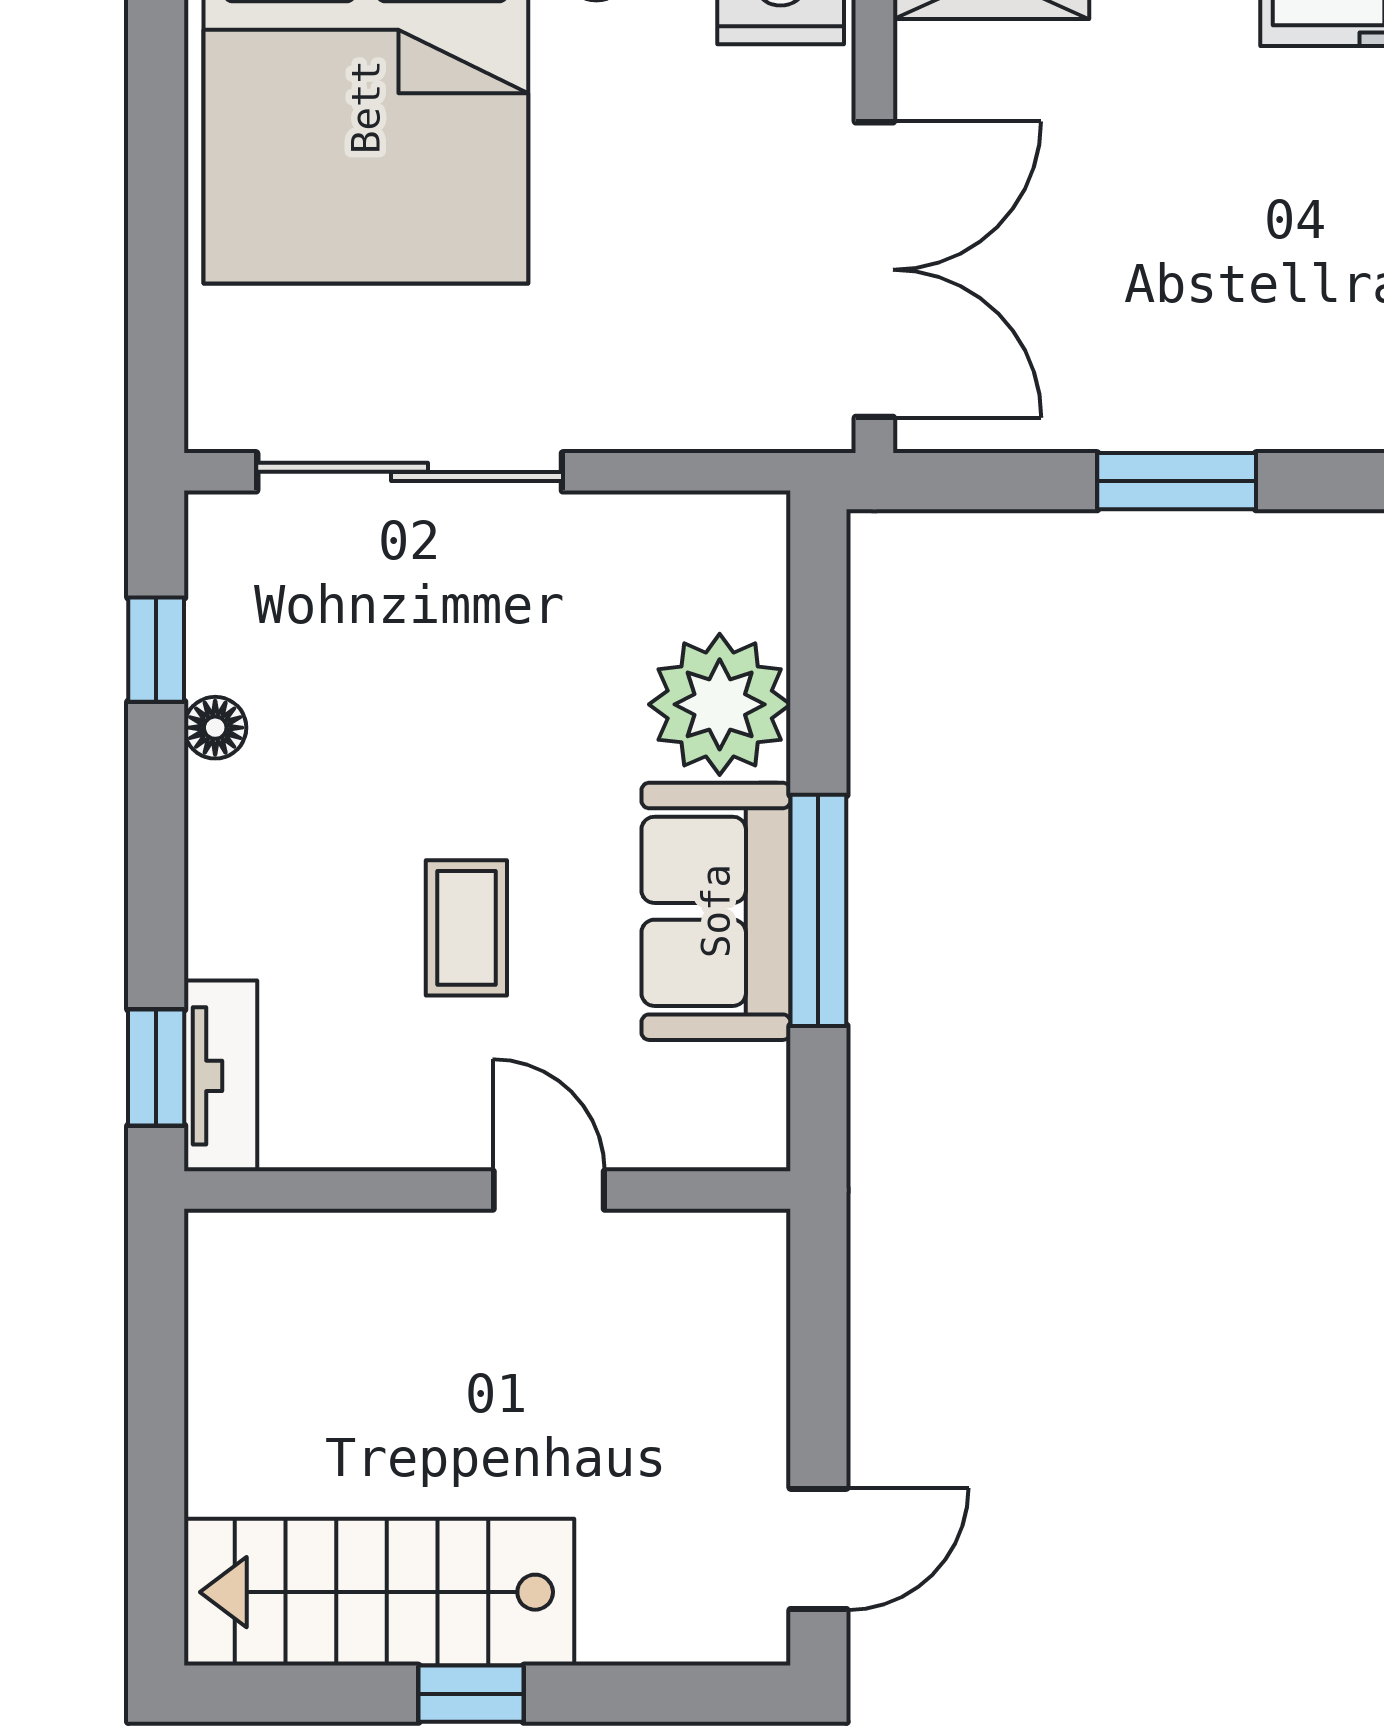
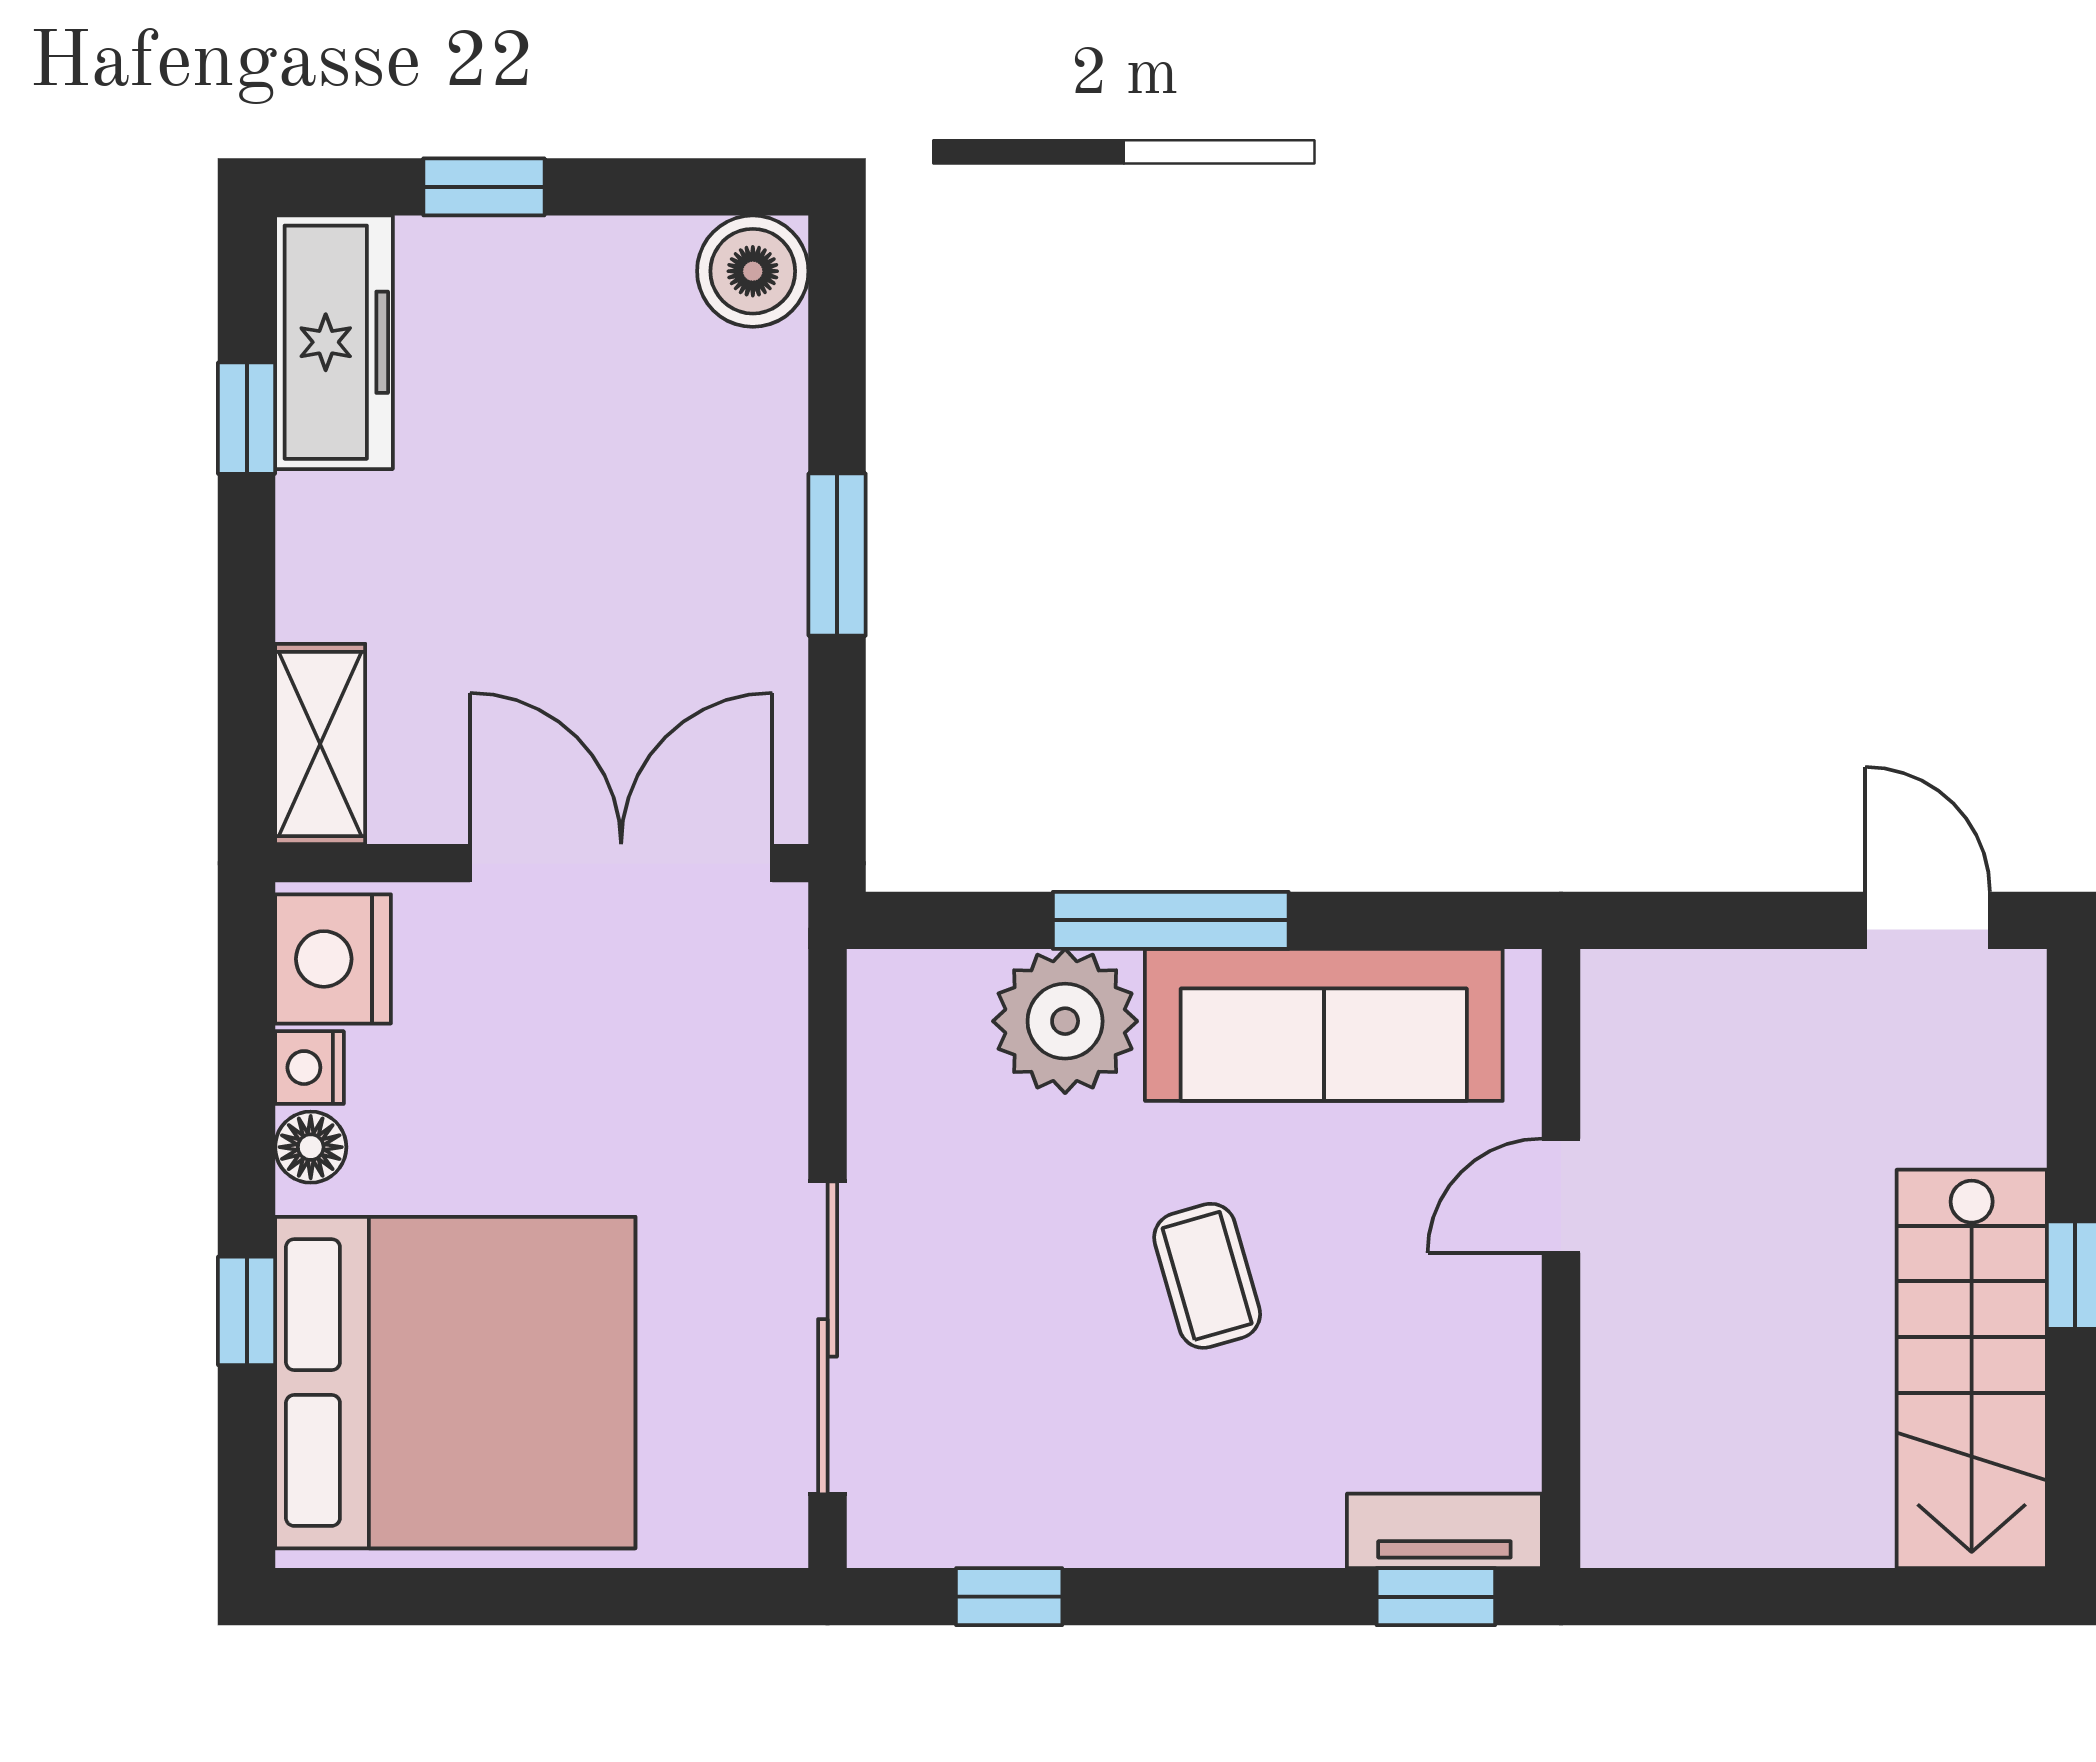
floor lamp: (215, 728) -> (1089, 1536), removed
window: (818, 910) -> (1171, 920), moved
sofa: (716, 911) -> (1324, 1025), width x1.36
coffee table: (466, 928) -> (1207, 1276), moved, turned 74

